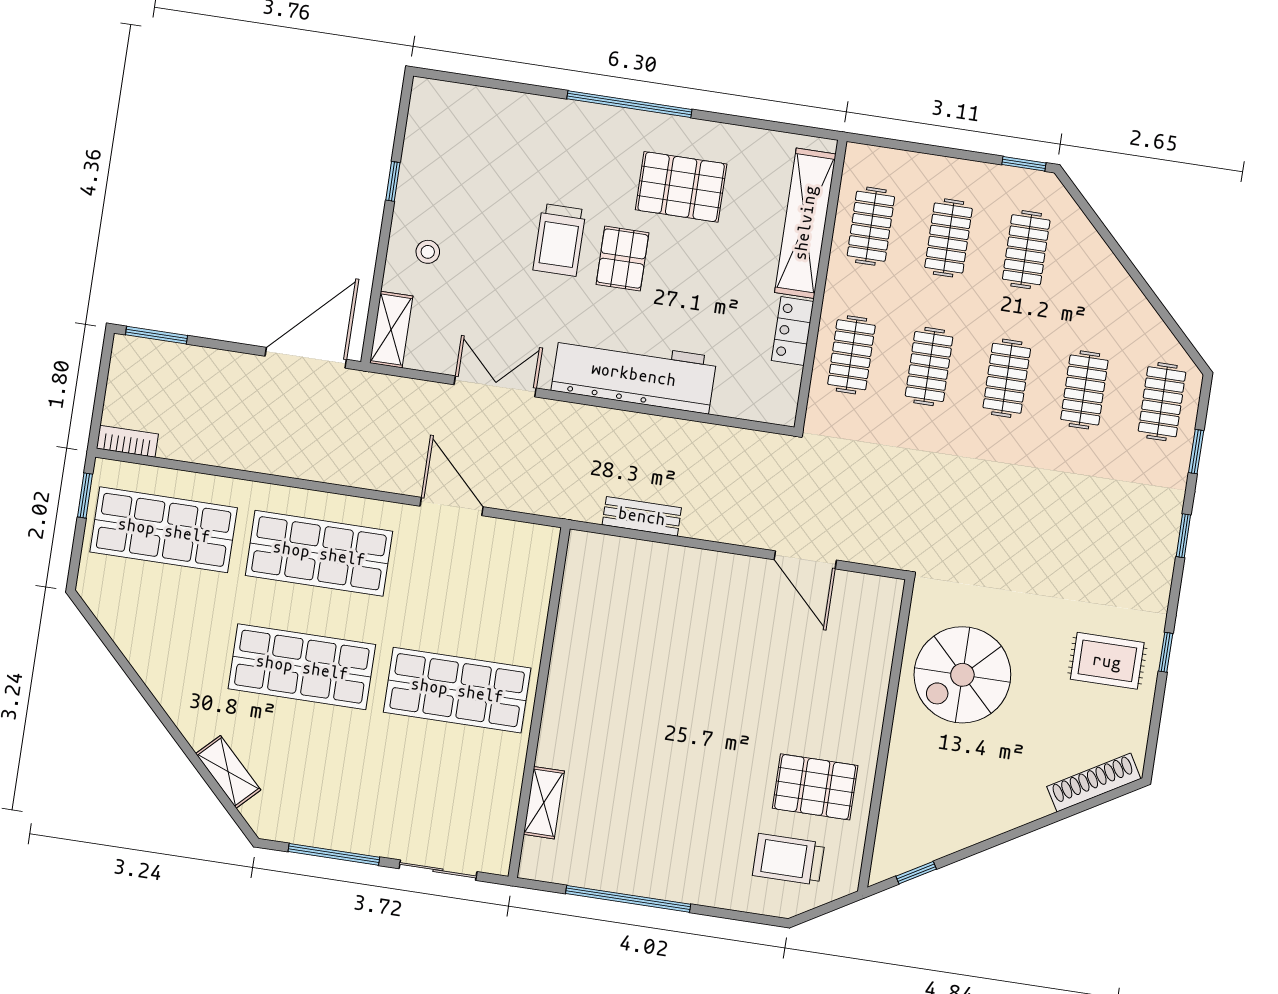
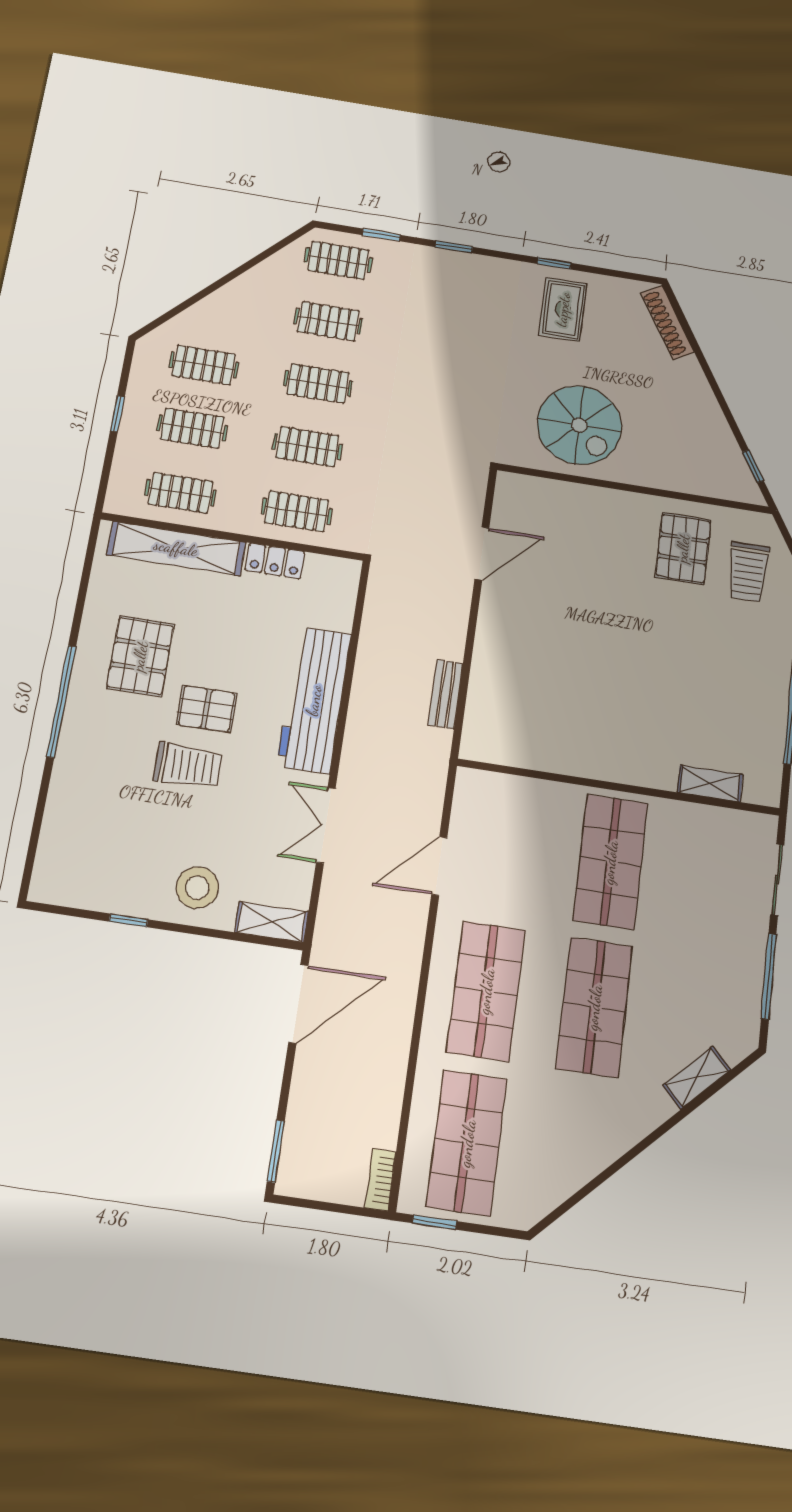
window: (1024, 164) -> (117, 414), moved
stool: (428, 252) -> (197, 888), width x1.89, depth x1.89
door: (306, 358) -> (298, 1004), swing flipped

